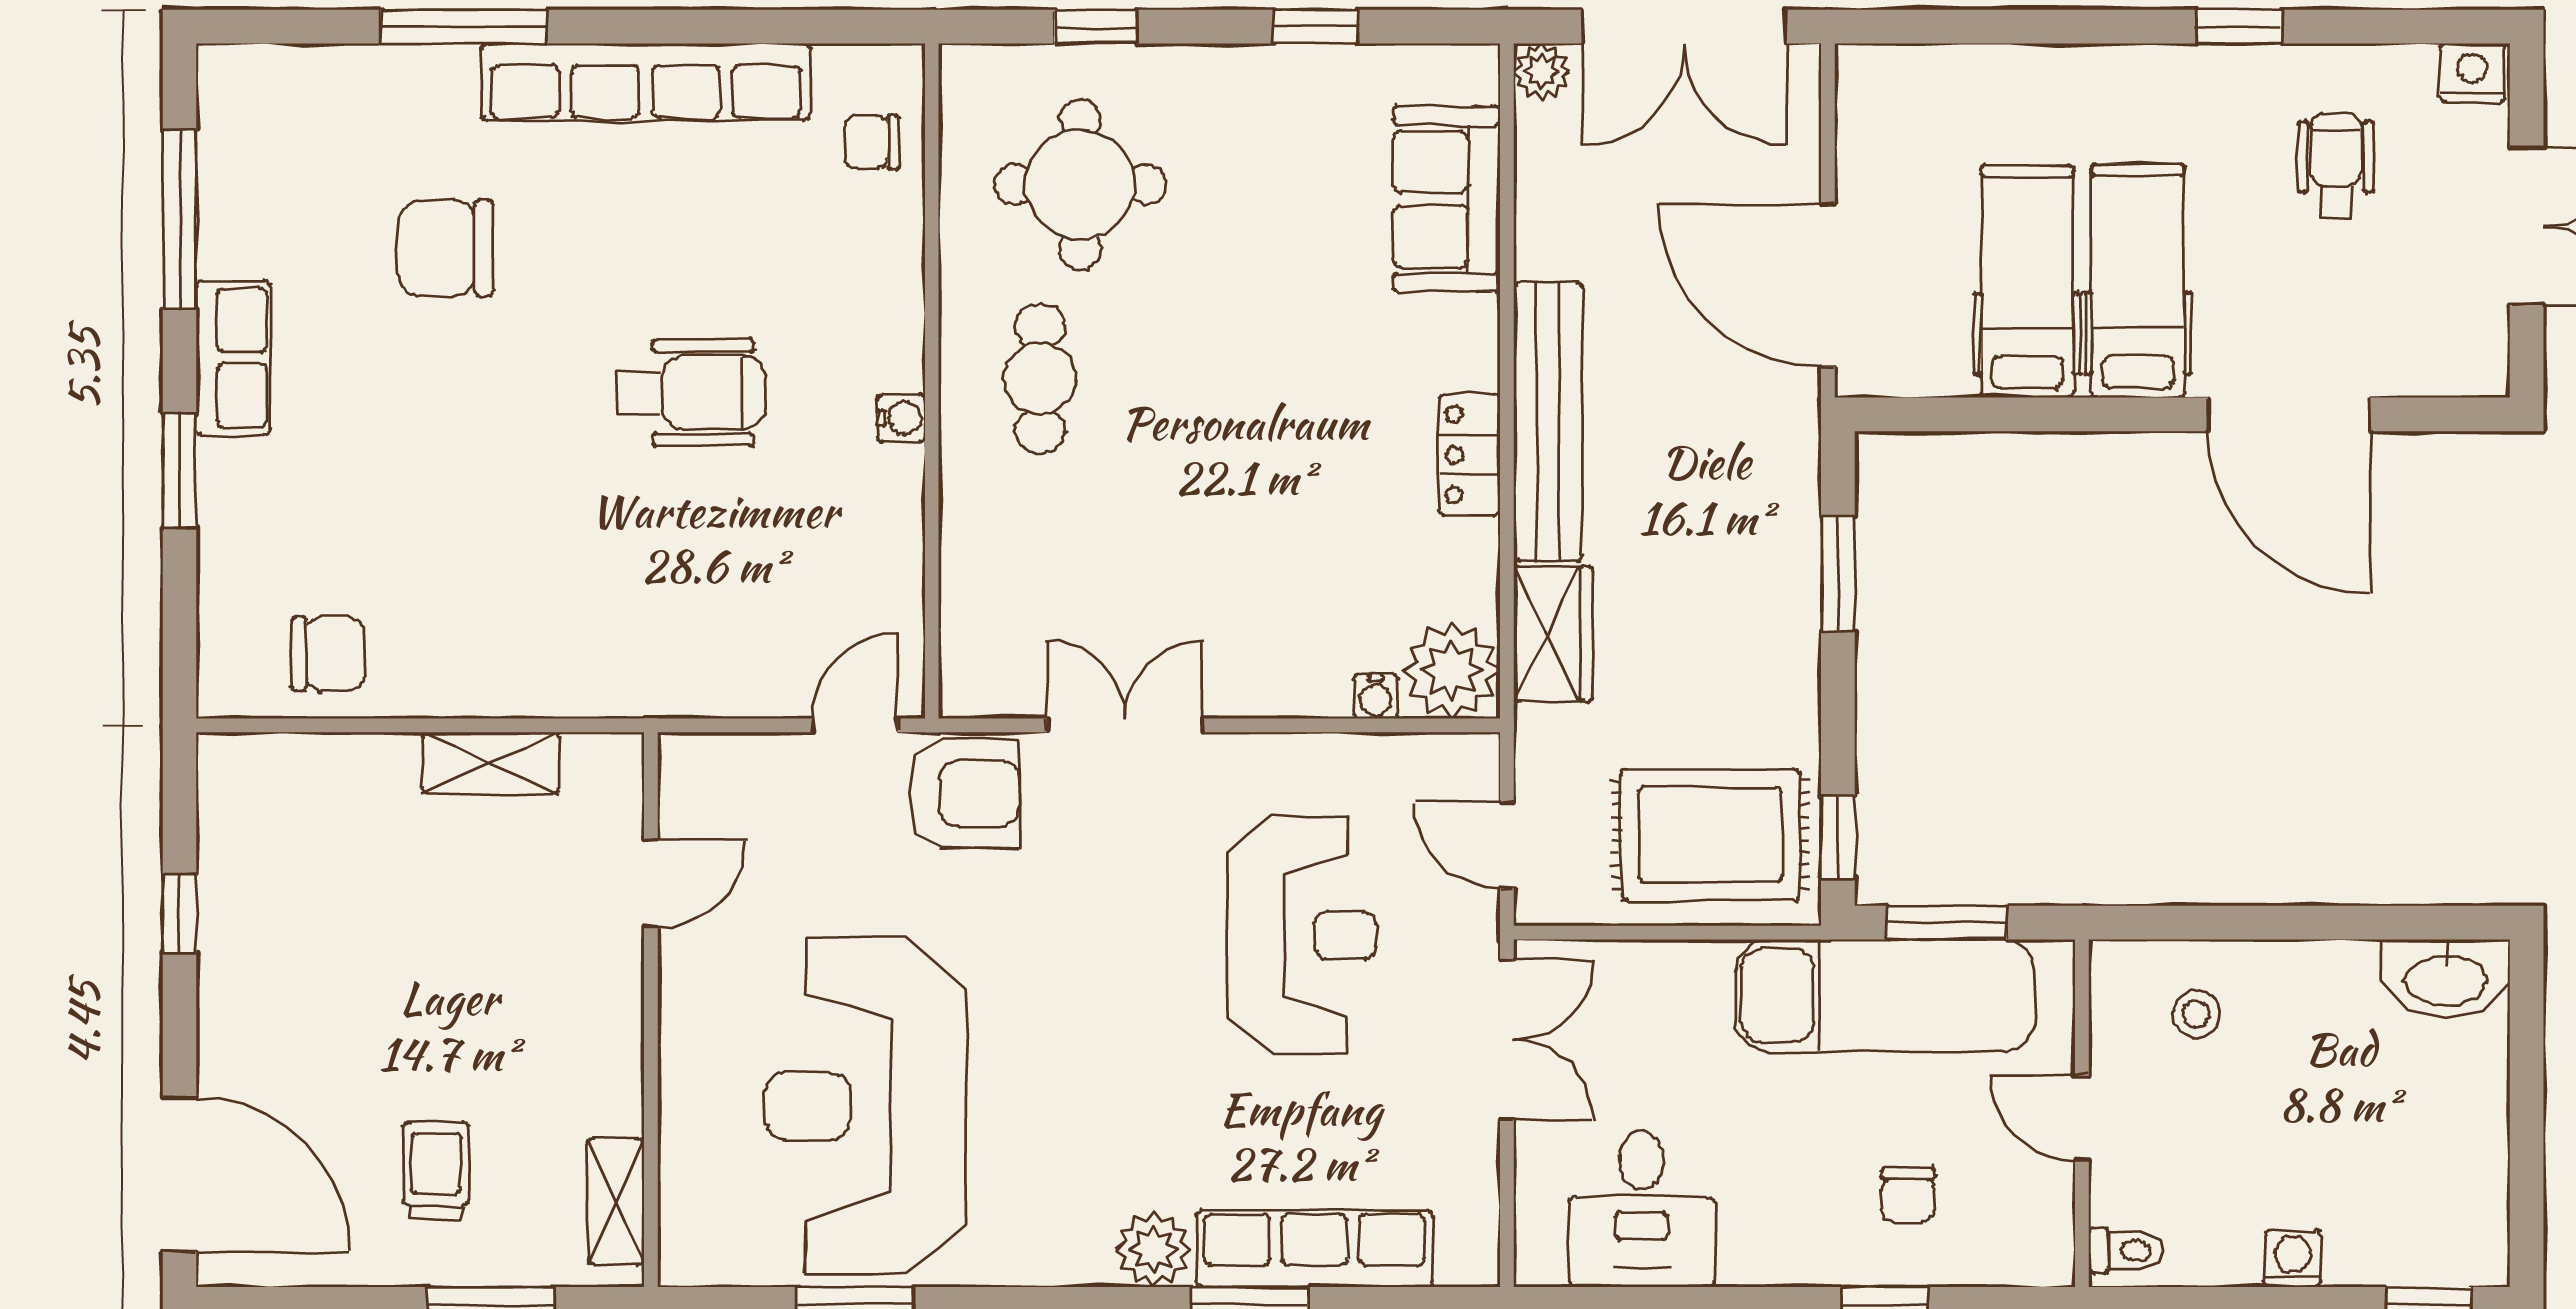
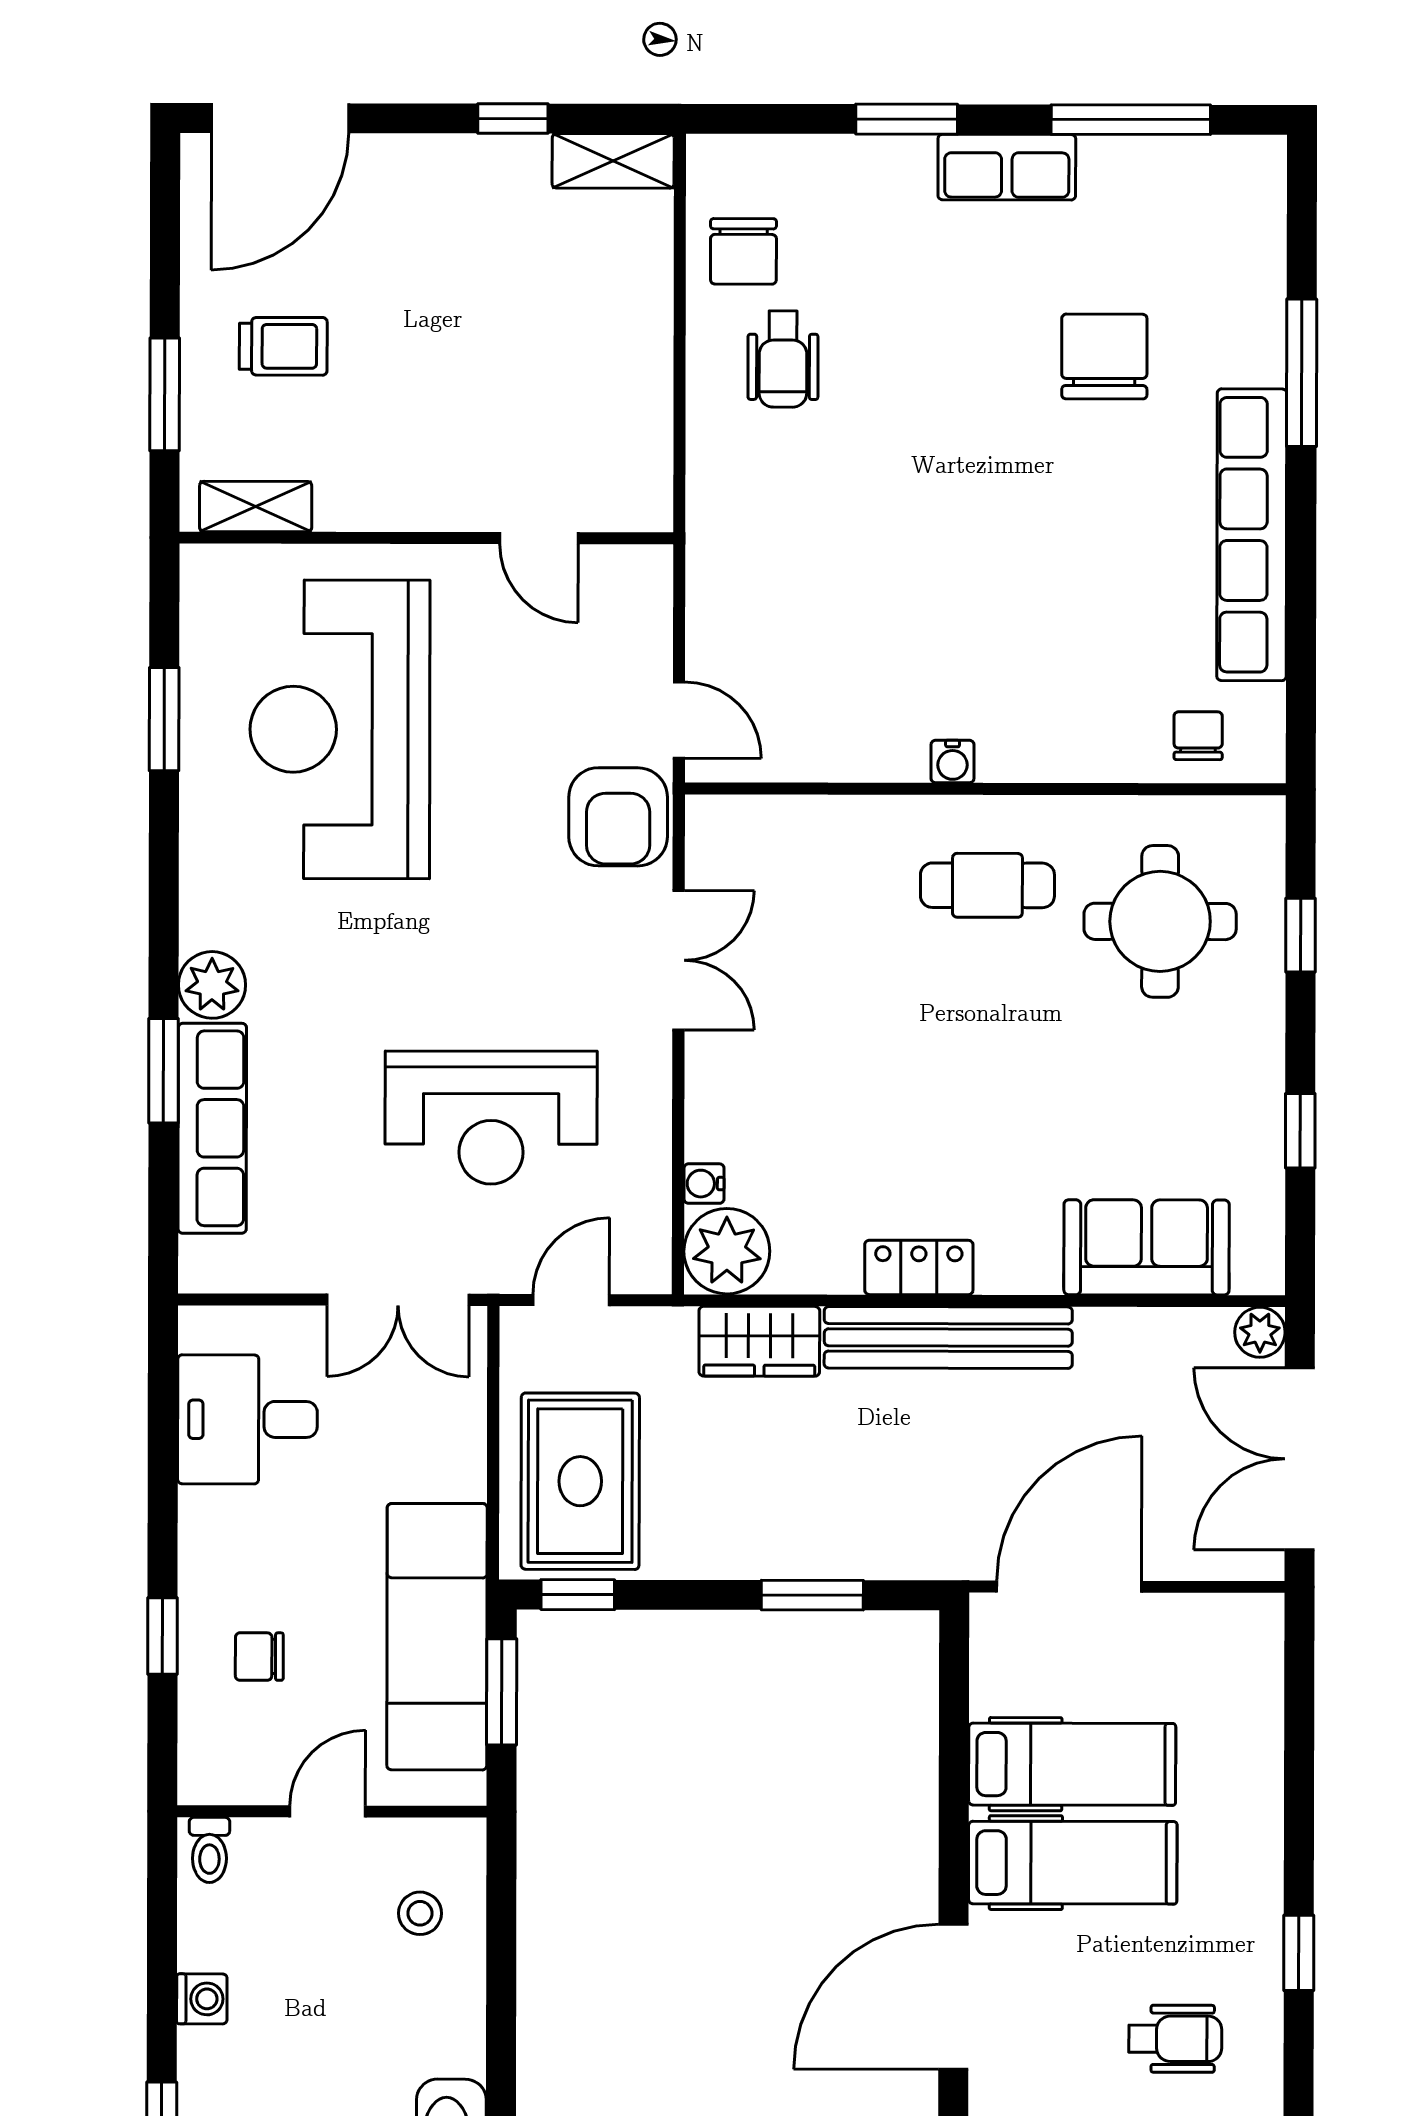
wheelchair: (691, 393) -> (783, 359), moved, width x0.73, depth x0.73
shelving: (491, 763) -> (613, 161), moved, turned 90
reception desk: (866, 1106) -> (340, 729), turned -90

